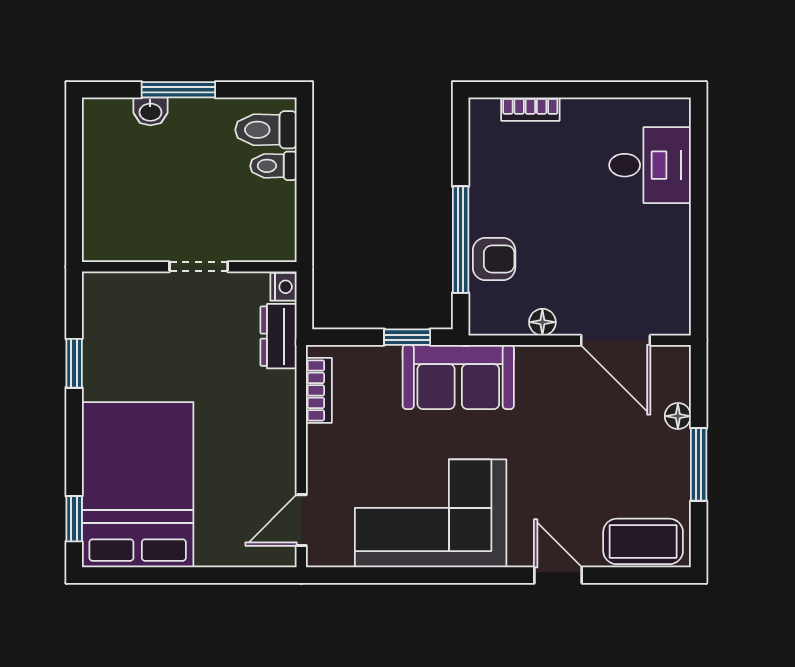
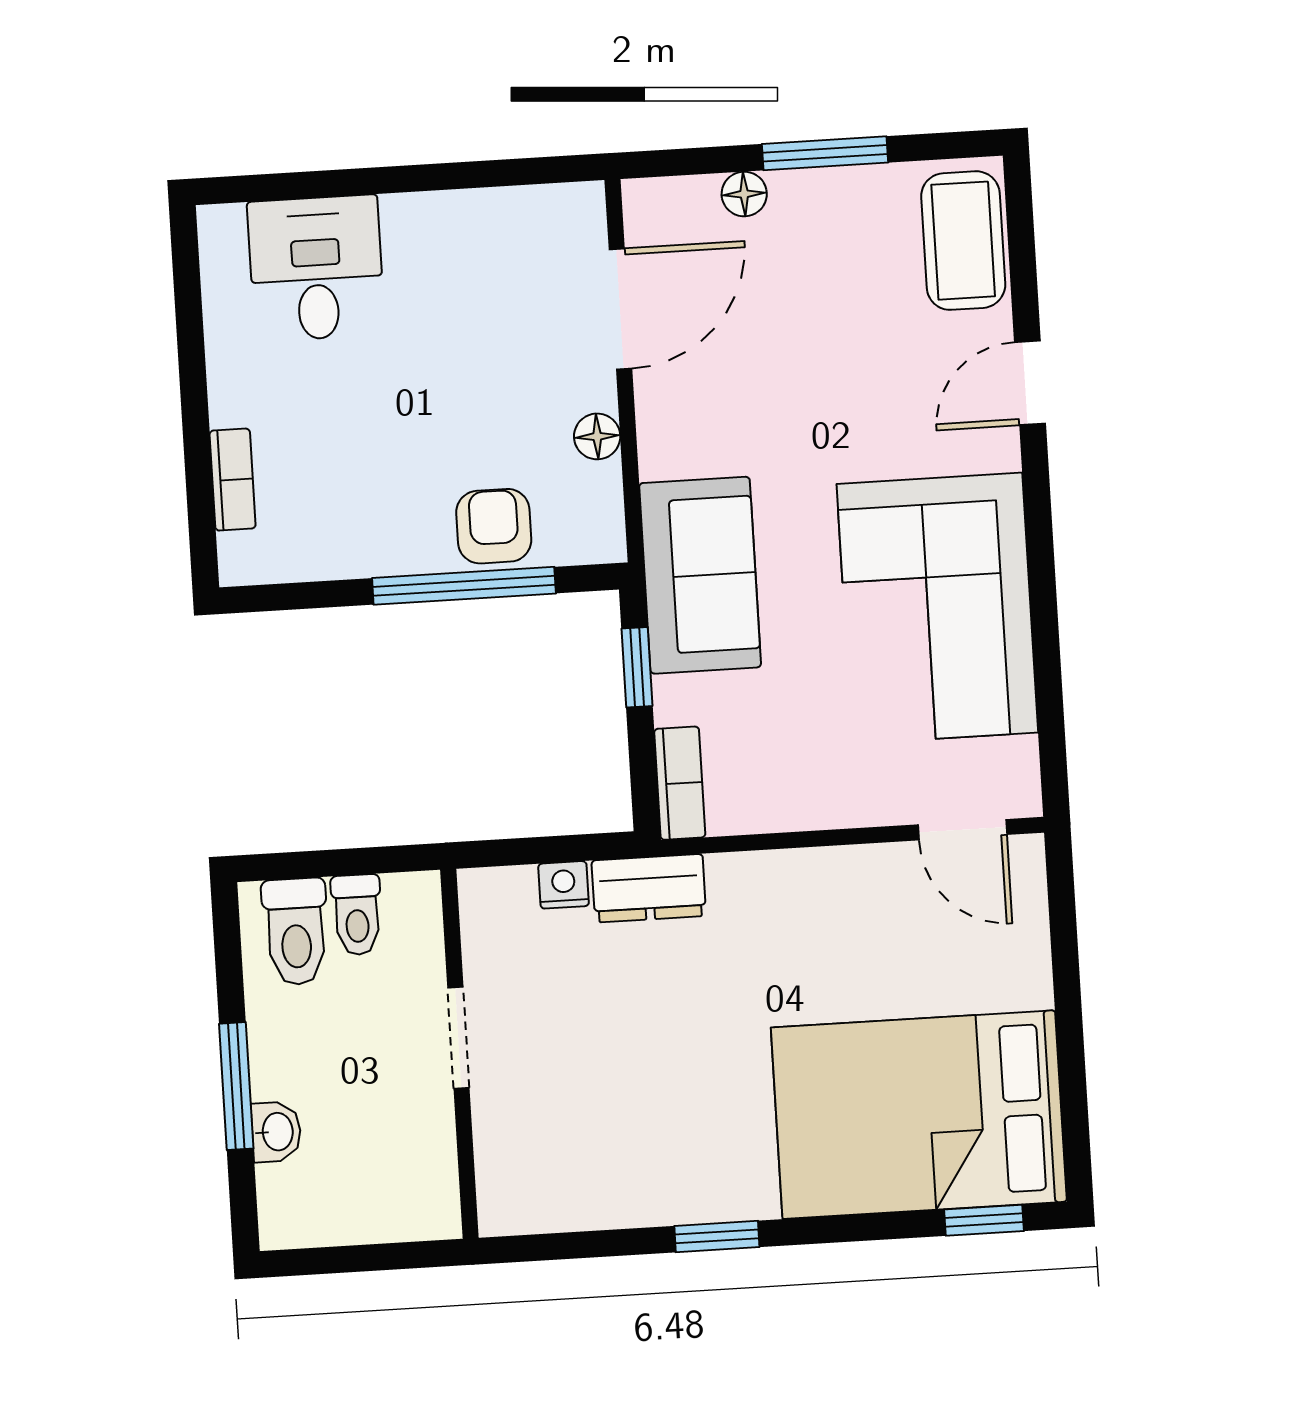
wall: (189, 267) -> (459, 1054), moved
doorway: (199, 267) -> (458, 1038), moved
bookcase: (319, 390) -> (680, 783), moved, turned 90

